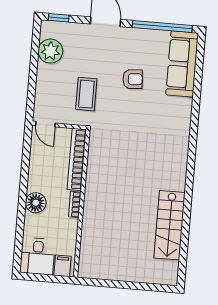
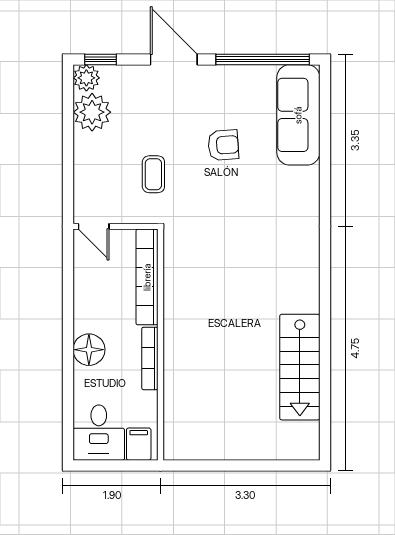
plant: (49, 29) -> (86, 78), added
coffee table: (86, 94) -> (153, 174), width x0.73, depth x0.77
bookcase: (75, 204) -> (150, 358), width x1.56

